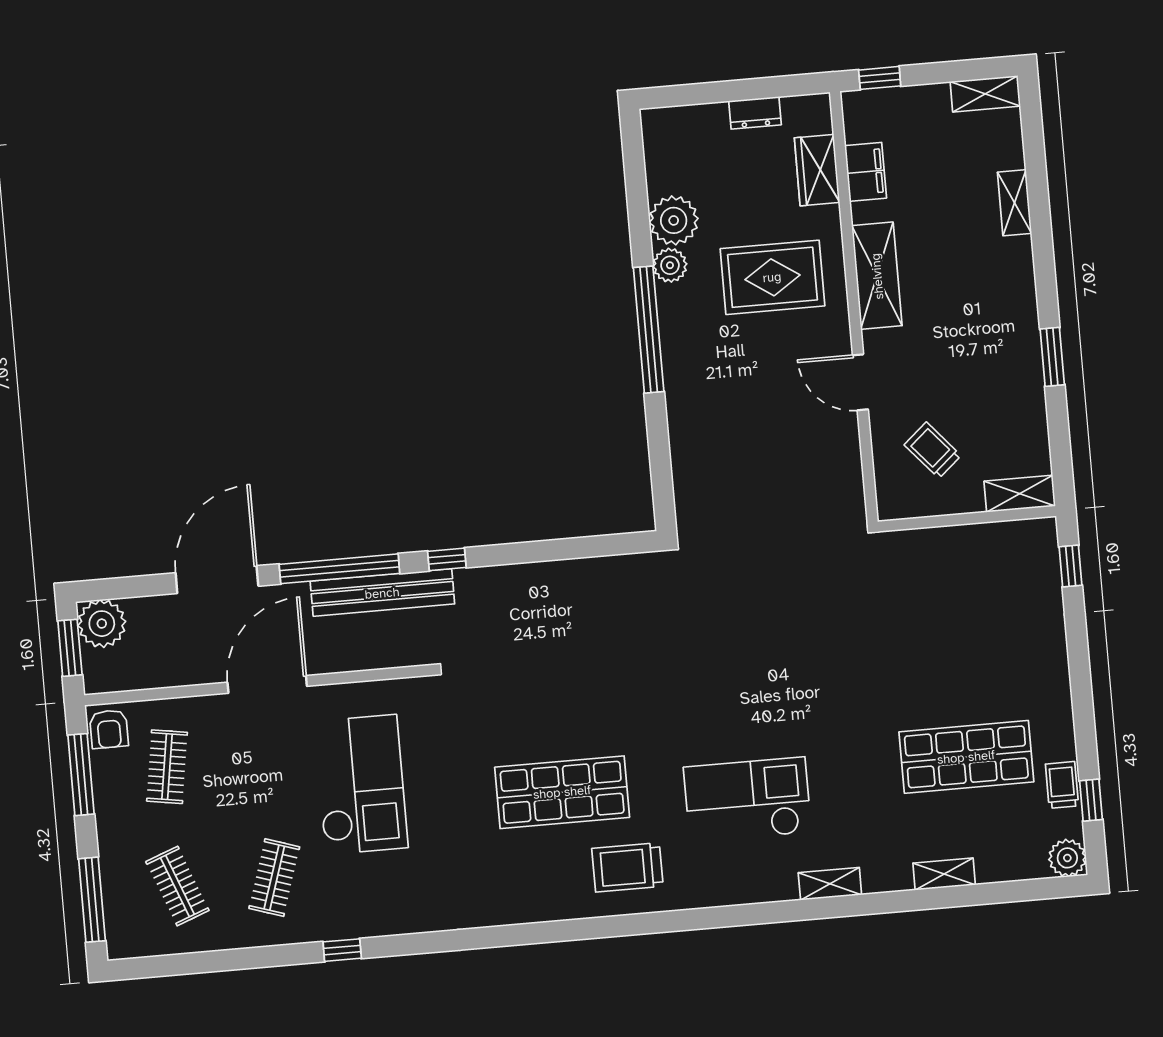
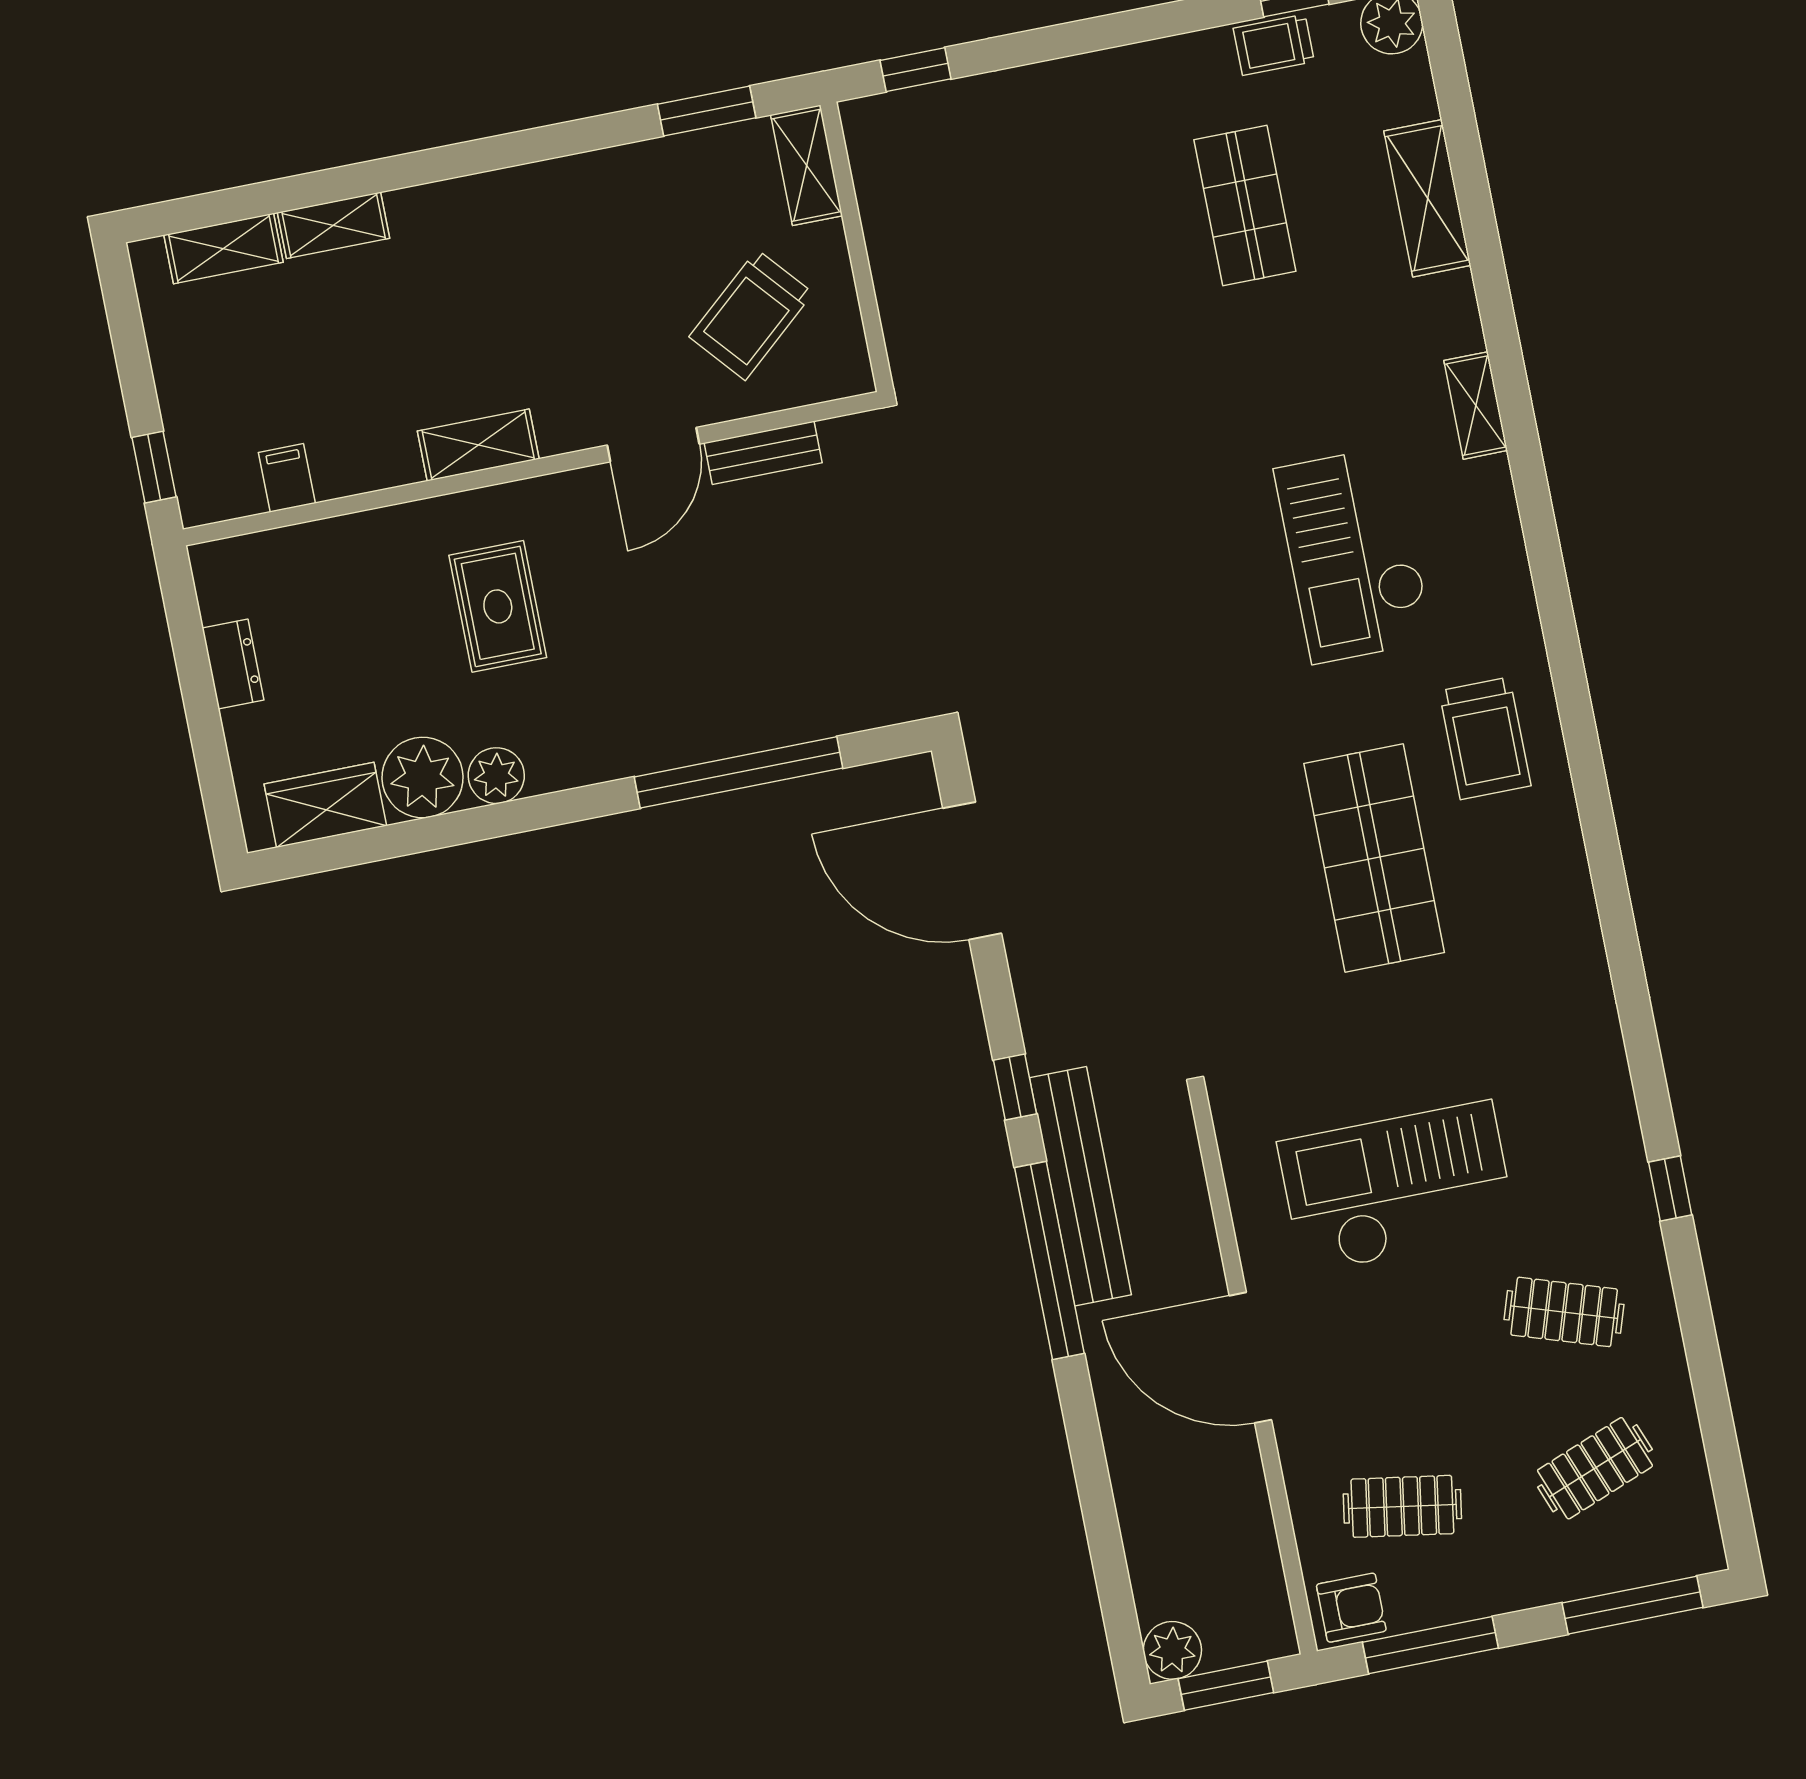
shelving: (985, 94) -> (224, 249), moved, turned 90
wardrobe: (817, 170) -> (325, 805), moved, turned 180
filing cabinet: (866, 172) -> (287, 478), width x0.50
shelving: (877, 276) -> (478, 445), width x0.67, depth x0.75
rug: (772, 277) -> (498, 606), width x0.73, depth x0.70
window: (649, 330) -> (739, 772), moved
window: (1052, 357) -> (707, 111), moved
bench: (848, 448) -> (763, 453), added
trolley: (933, 450) -> (751, 315), width x1.36, depth x1.39
door: (217, 579) -> (972, 871), moved
plant: (102, 624) -> (1172, 1650), width x0.73, depth x0.73
shop shelf: (966, 757) -> (1245, 206), width x0.70, depth x0.74
shelving: (944, 874) -> (1428, 198), width x1.50, depth x1.33

